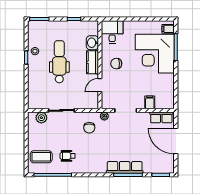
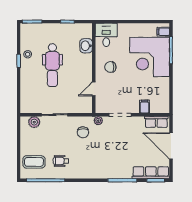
dental chair: (59, 62) -> (52, 65), turned 180
kitchen counter: (93, 62) -> (86, 66), removed
row of seats: (125, 167) -> (151, 173), moved

